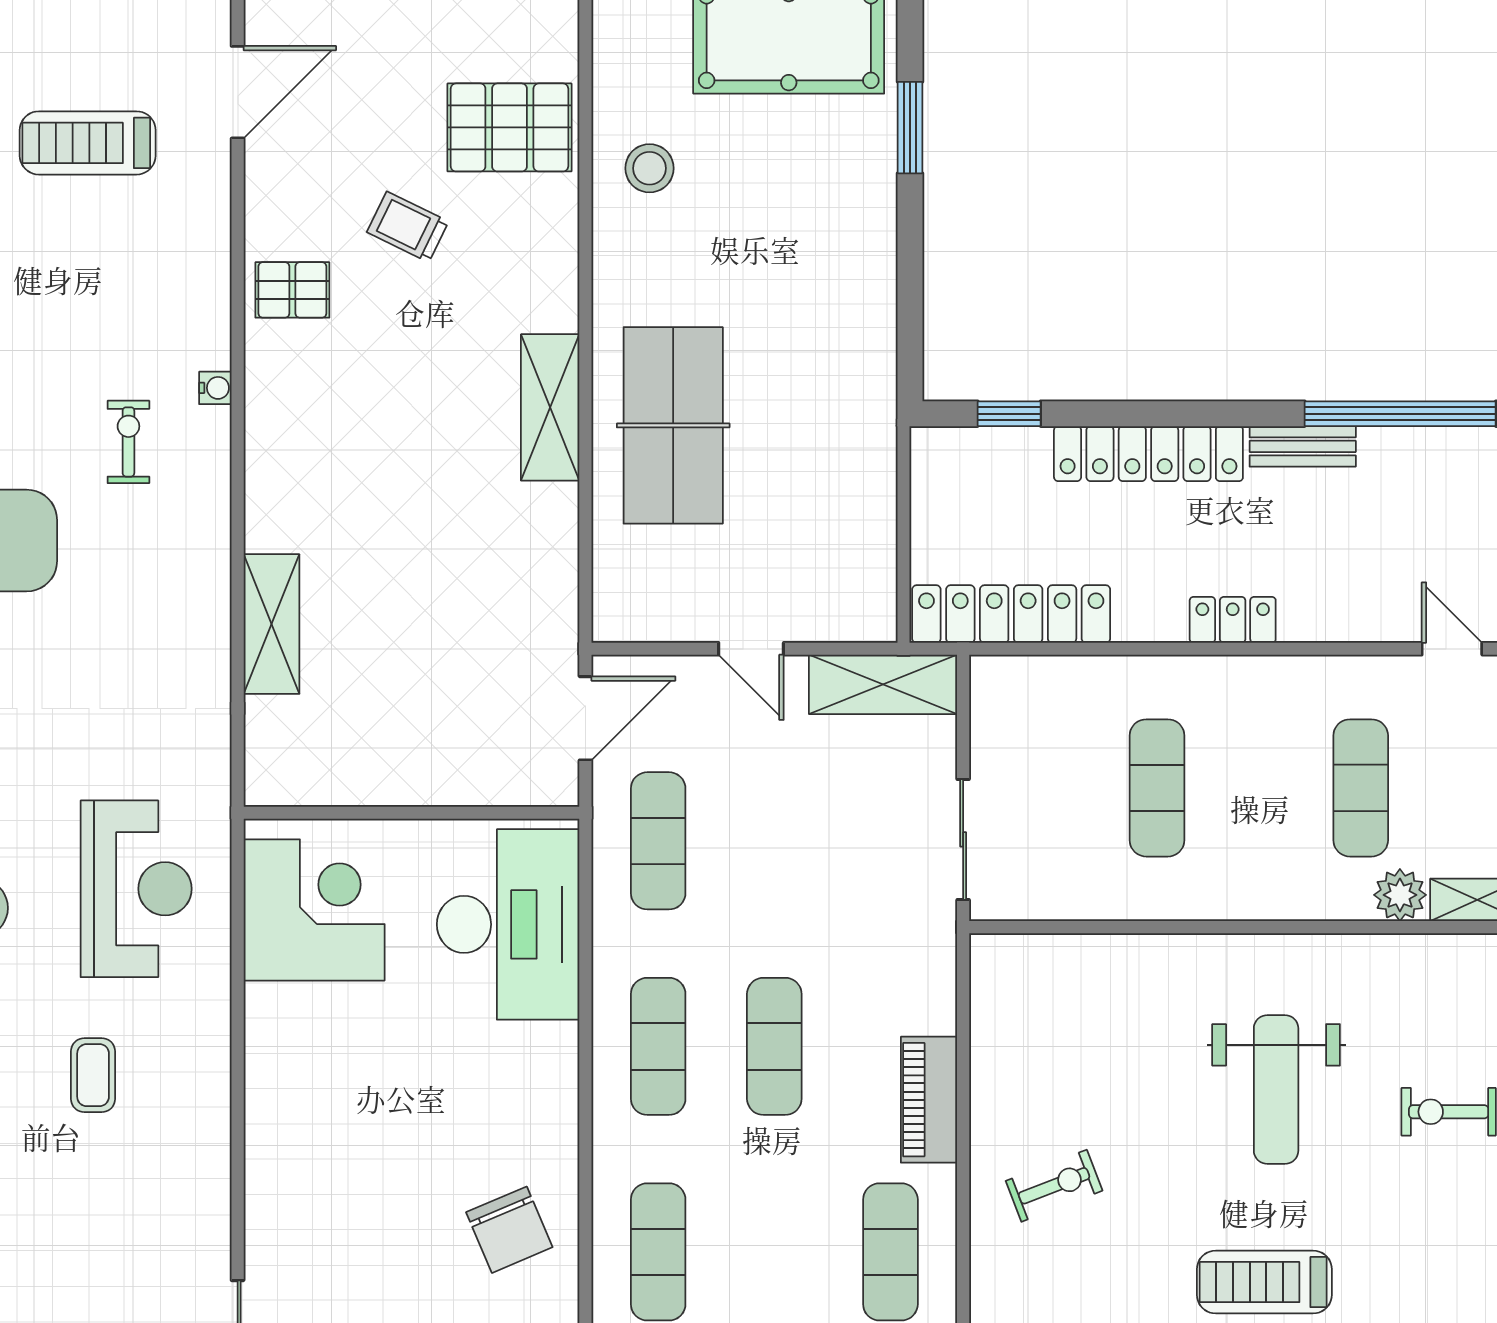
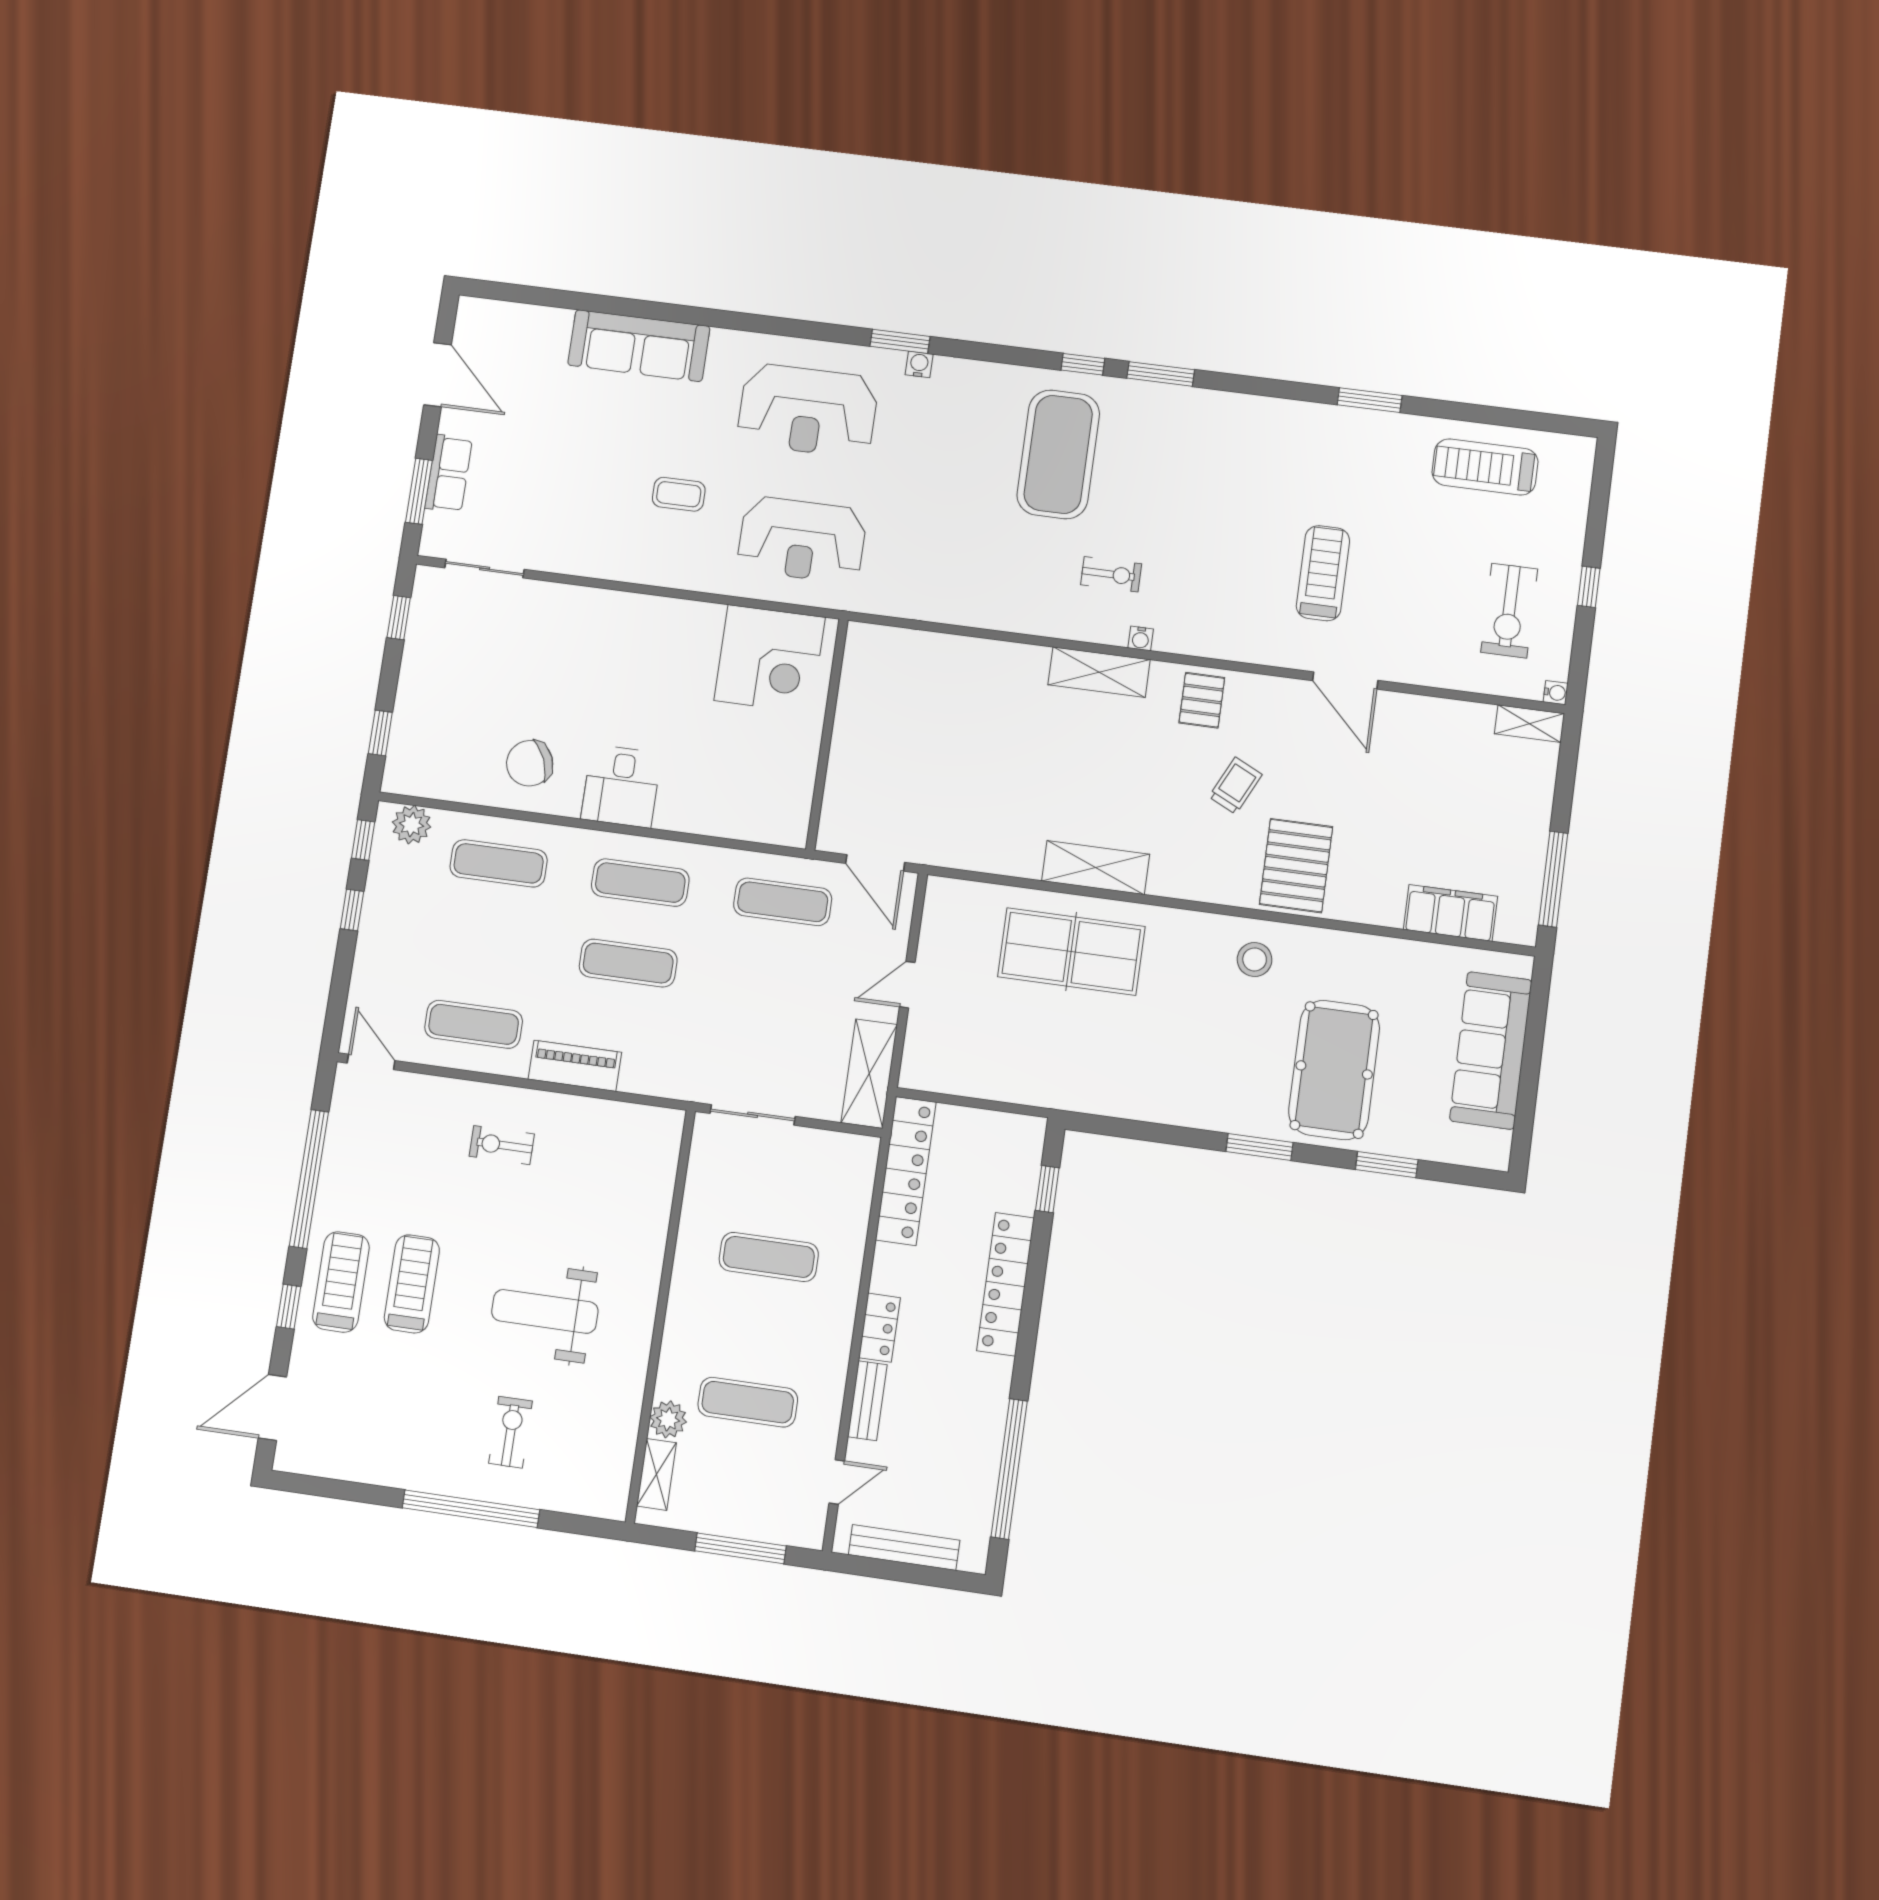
bench: (1303, 446) -> (867, 1401), moved
shelving: (271, 624) -> (1099, 672), moved
desk: (508, 924) -> (621, 786), moved, width x0.53, depth x0.77
exercise bike: (1054, 1186) -> (502, 1145), turned 111

